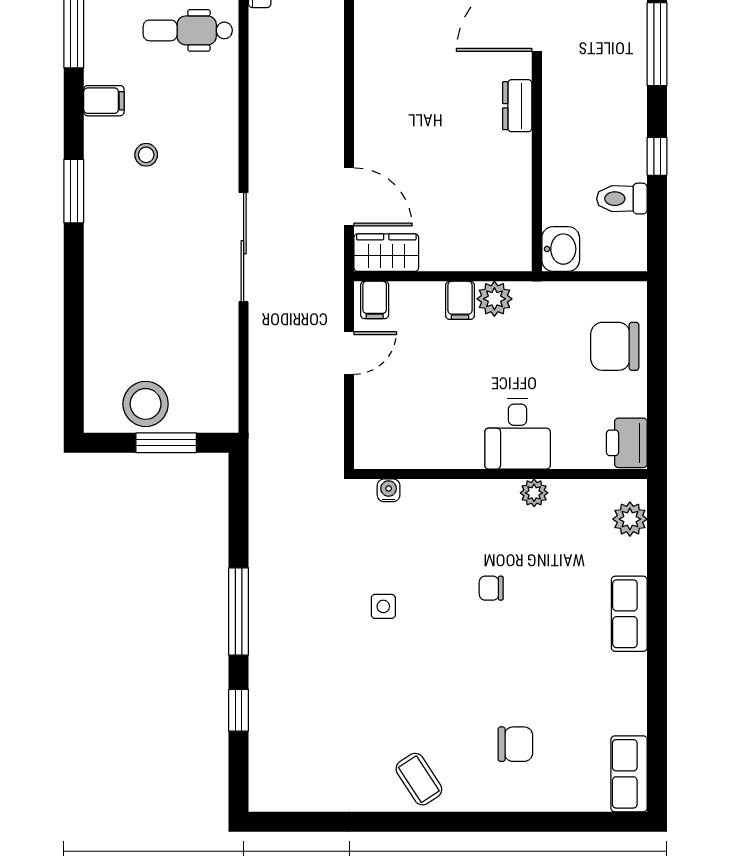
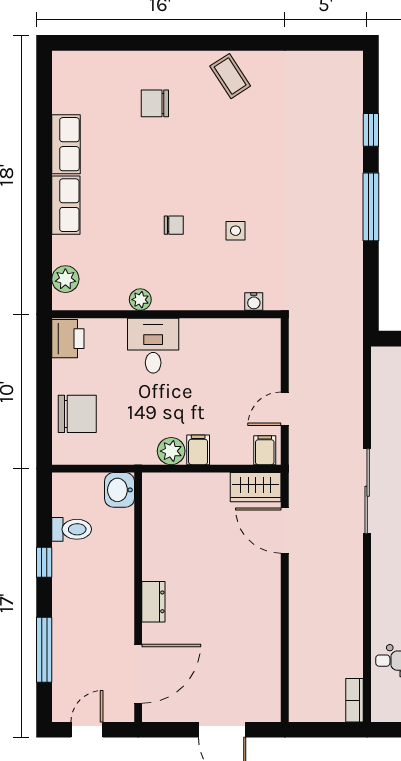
side table: (383, 606) -> (236, 231), moved
row of seats: (629, 774) -> (66, 144), moved

